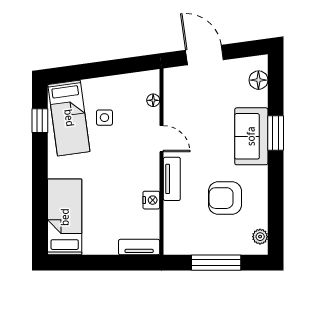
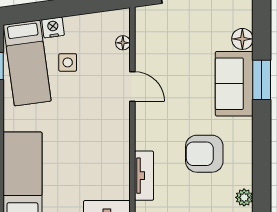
floor lamp: (258, 80) -> (242, 39), moved
tv unit: (172, 179) -> (144, 176), moved
nightstand: (151, 200) -> (53, 27), moved, turned -98

